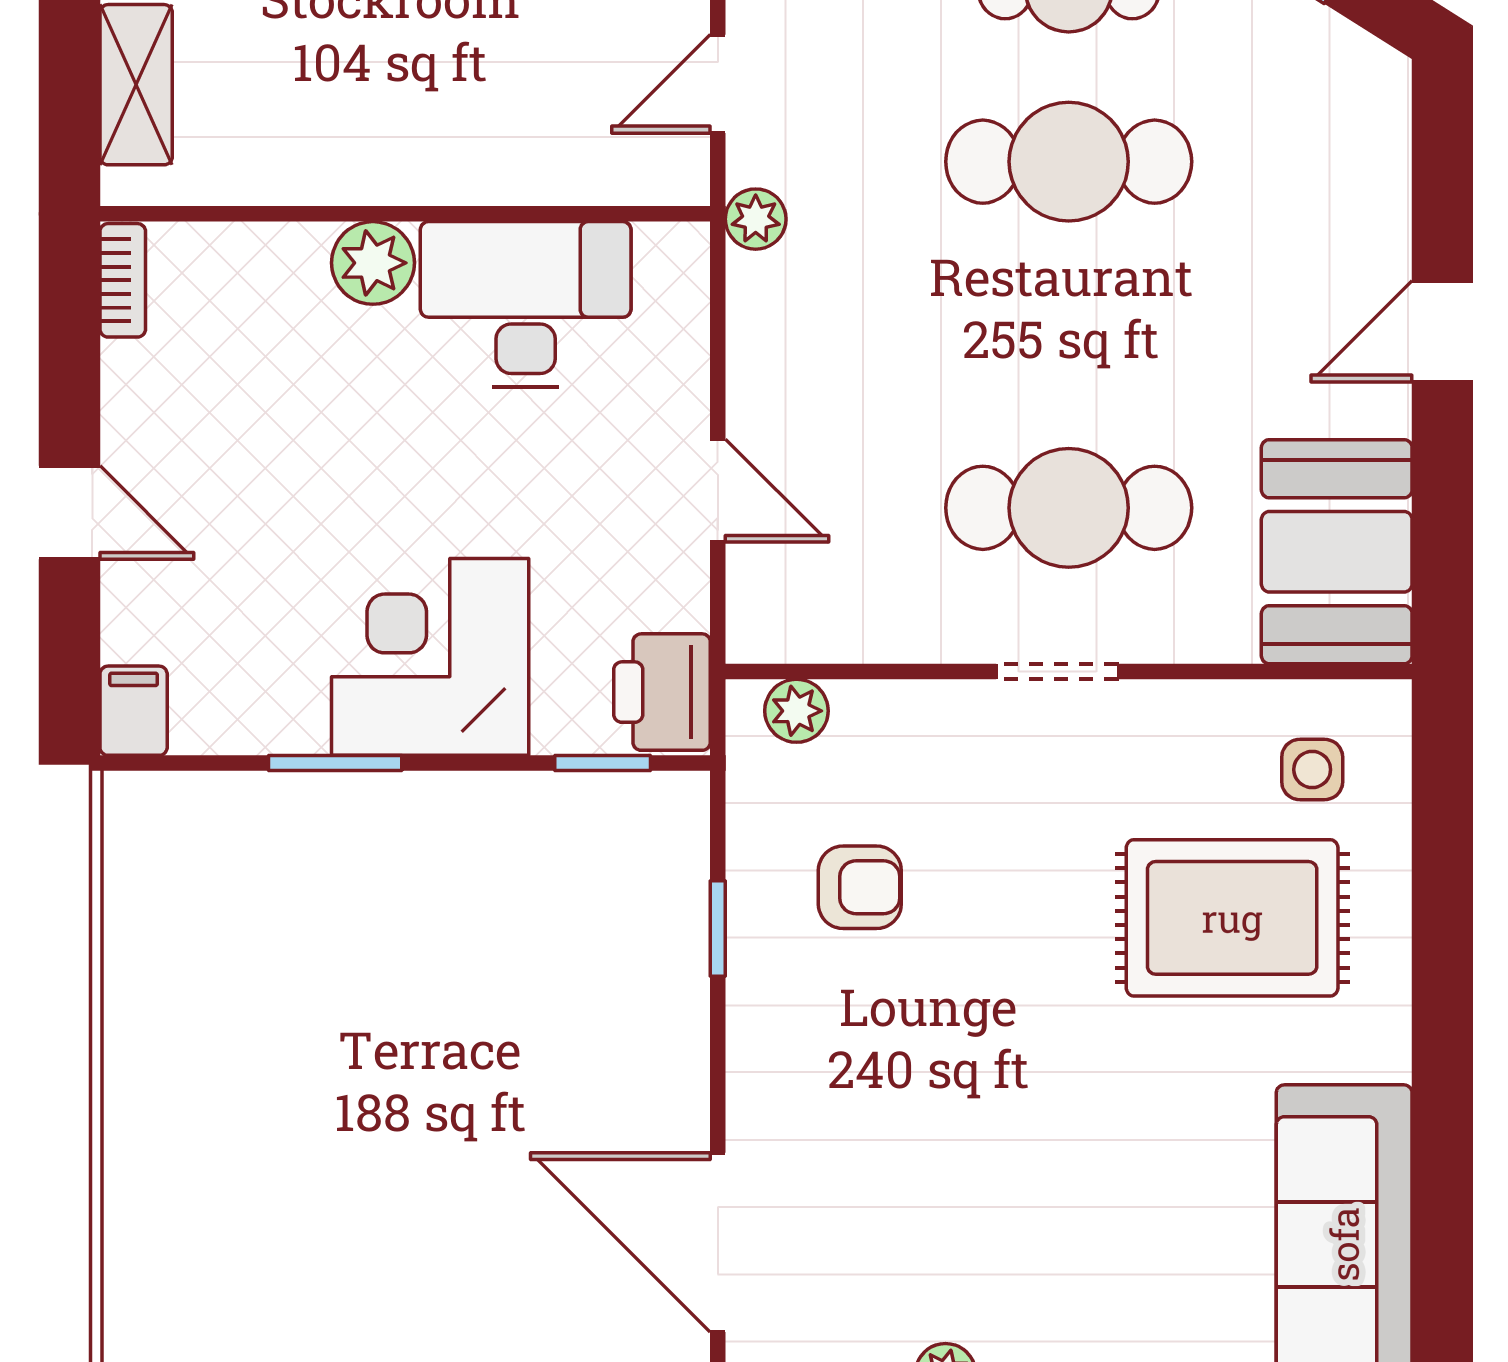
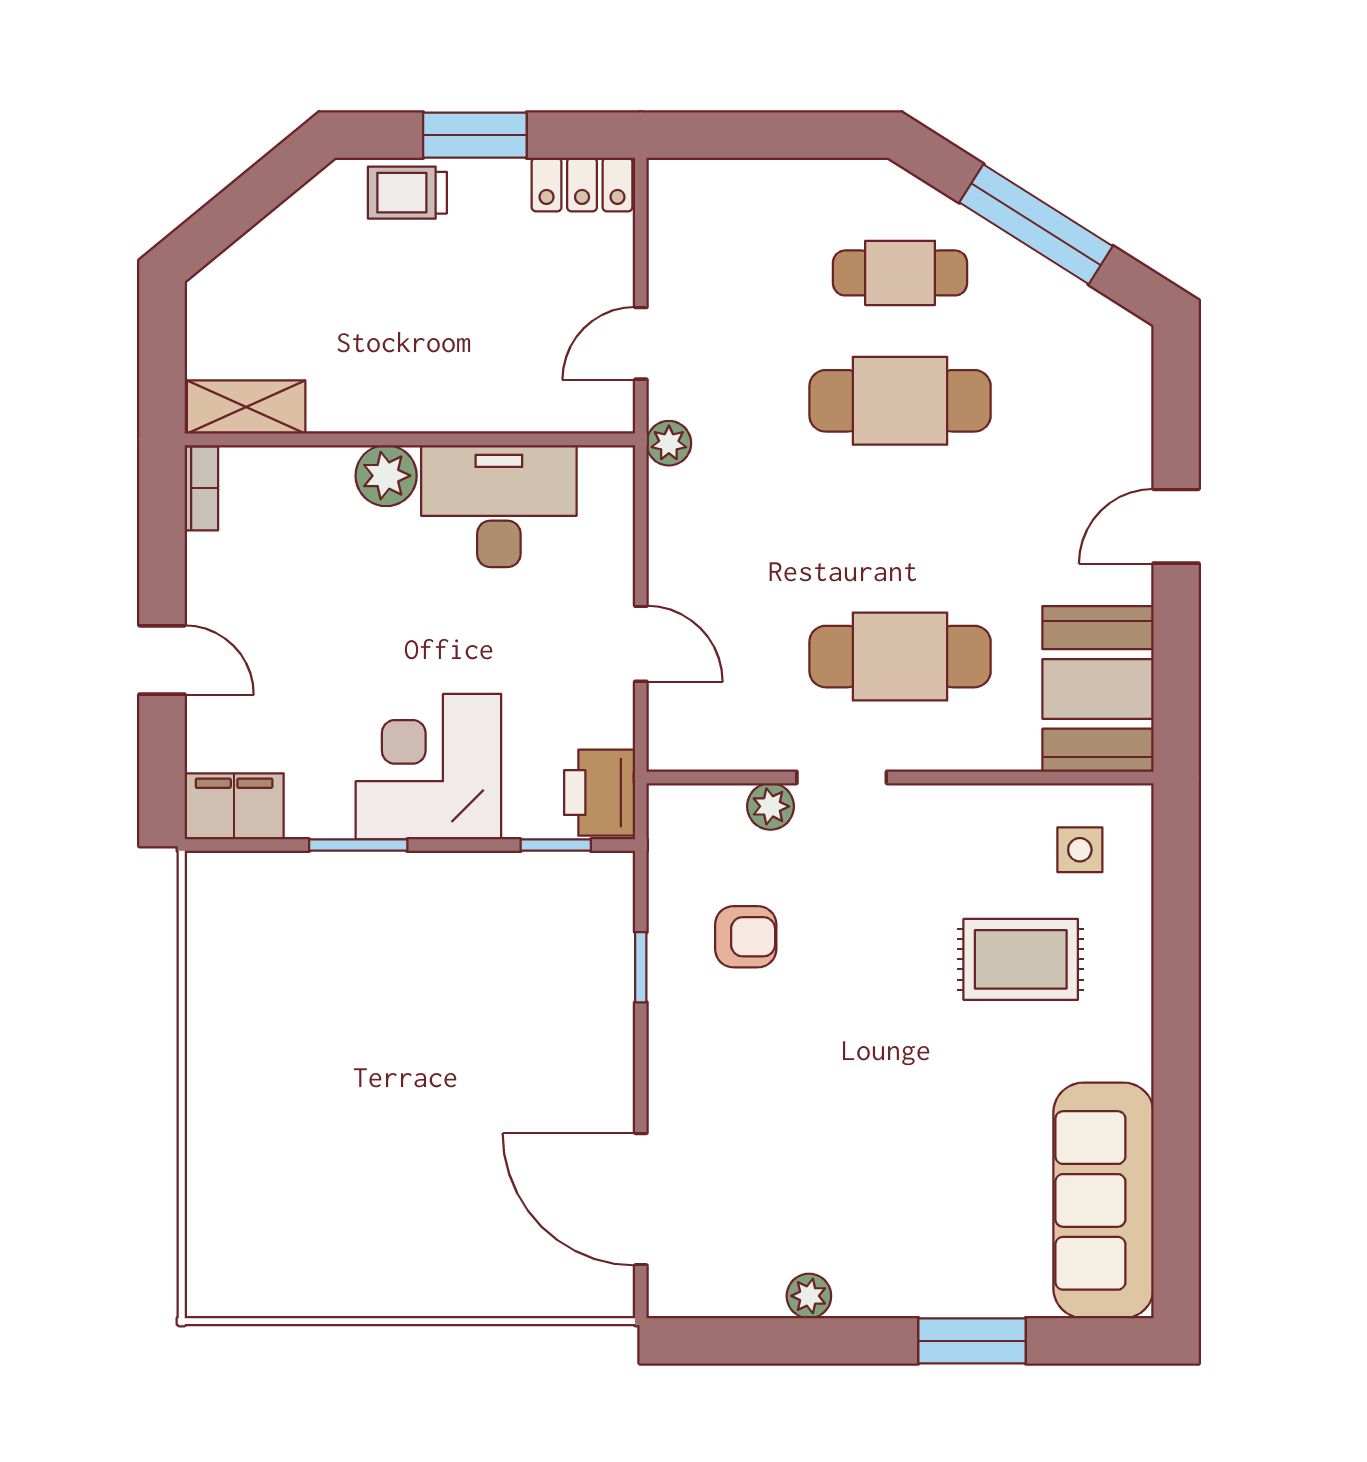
shelving: (136, 85) -> (246, 407), moved, turned 90
doorway: (1057, 672) -> (842, 777), moved
filing cabinet: (134, 711) -> (234, 806), width x2.00
plant: (796, 711) -> (771, 806), moved
rug: (1232, 918) -> (1021, 959), width x0.73, depth x0.70

